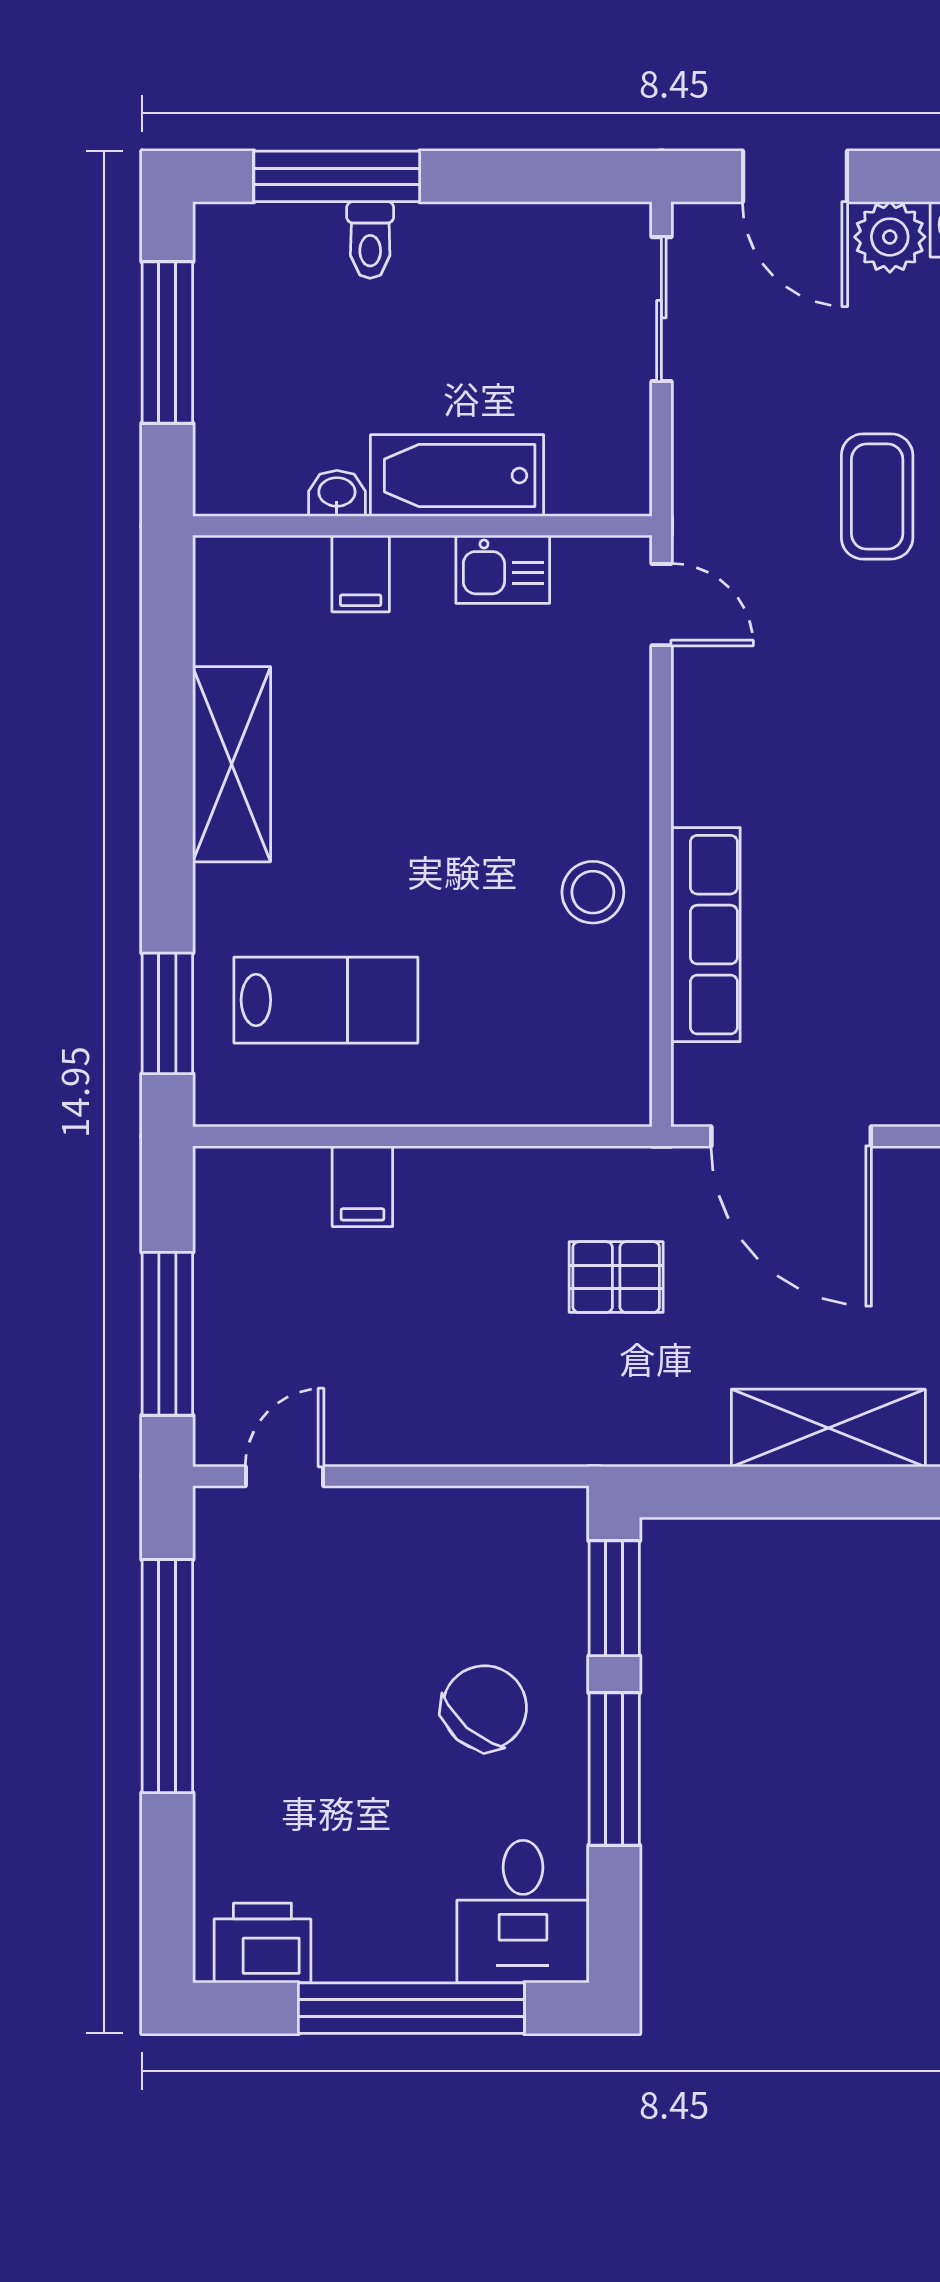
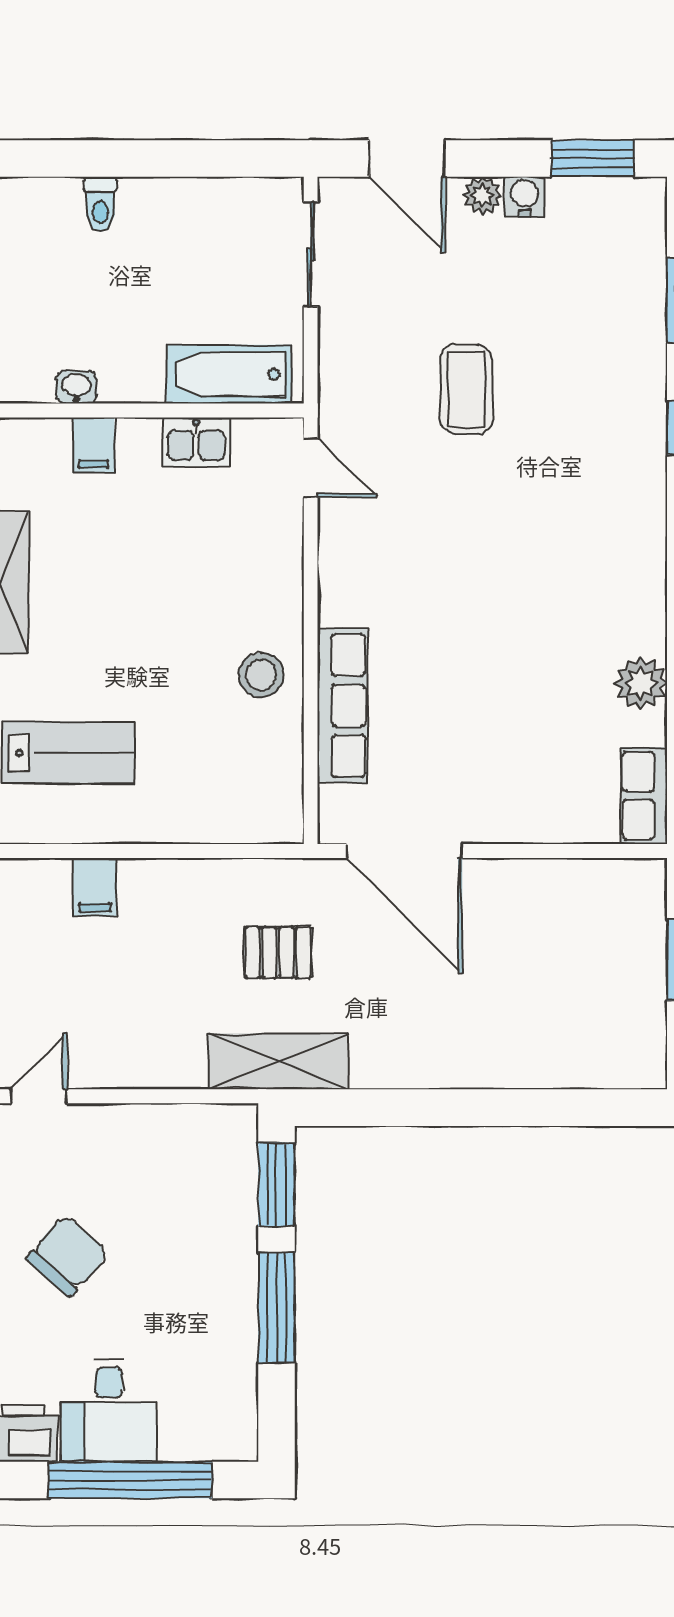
window: (337, 176) -> (76, 158), removed
plant: (890, 237) -> (482, 195), width x0.73, depth x0.73
bathtub: (457, 475) -> (229, 374), moved
shelving: (828, 1428) -> (278, 1061), moved
chair: (484, 1708) -> (67, 1256), moved
desk: (523, 1912) -> (109, 1410), moved

